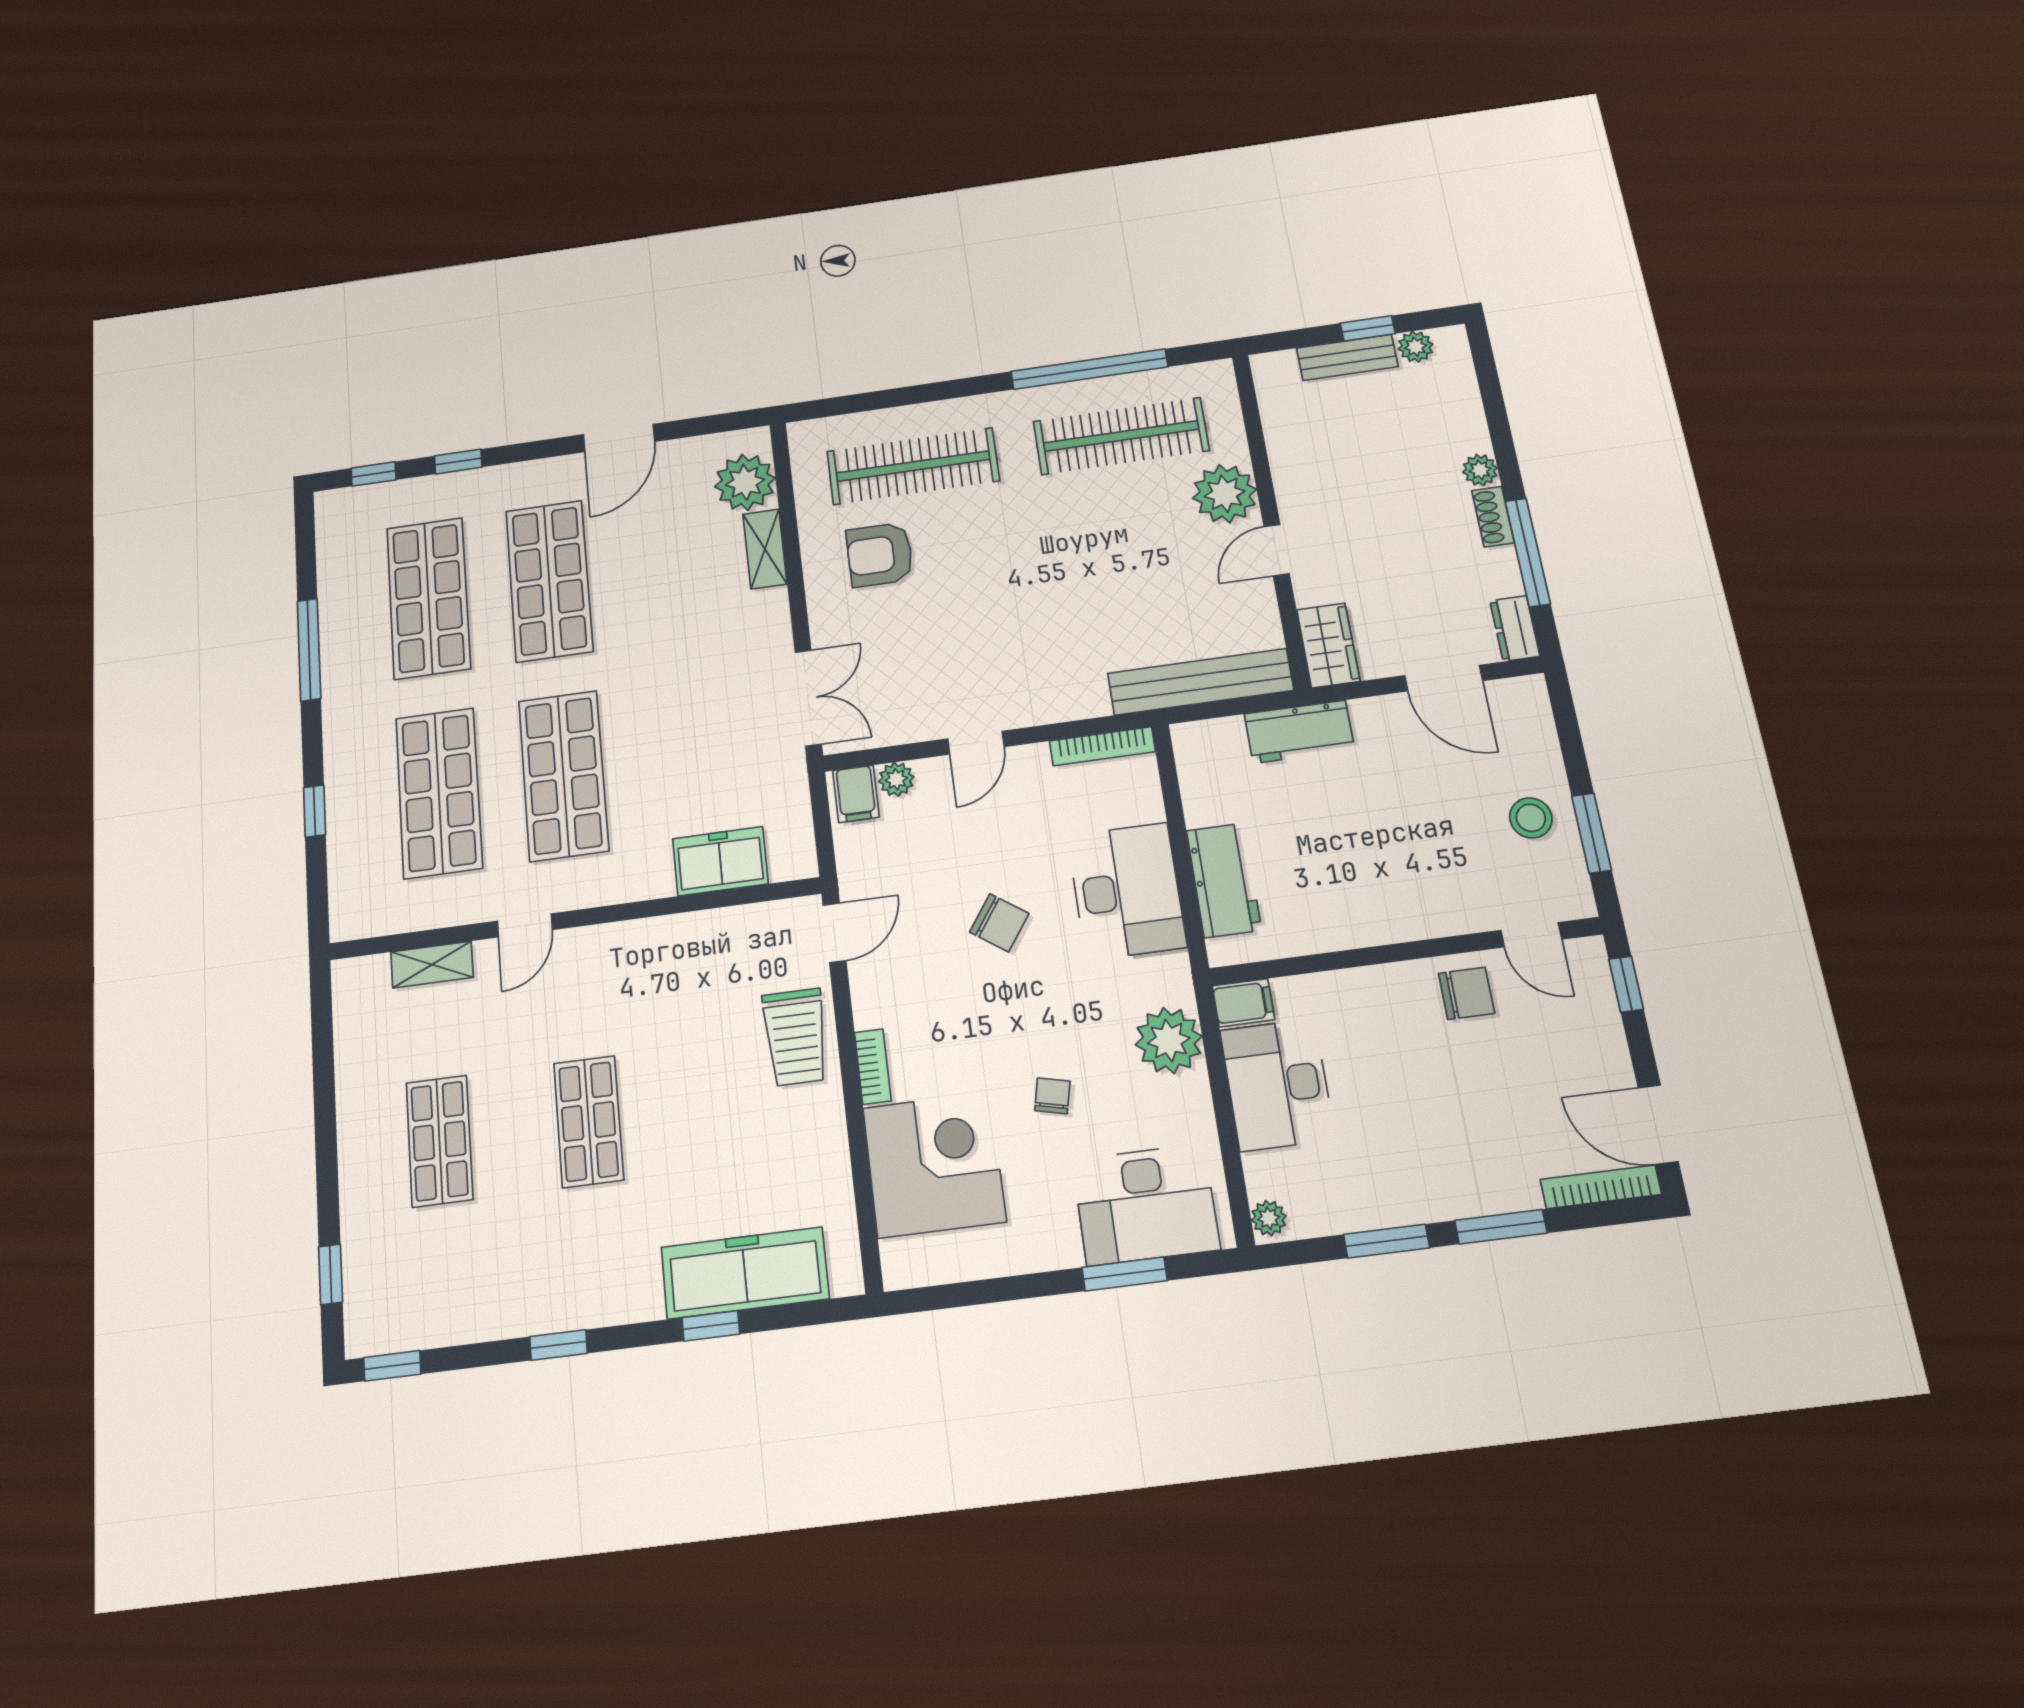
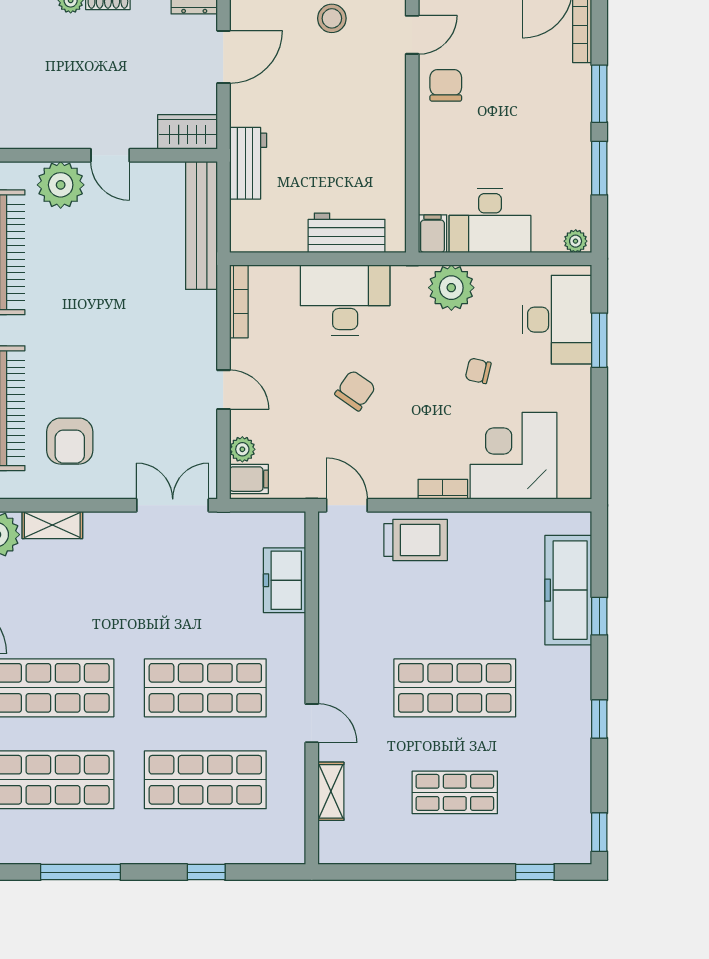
shop shelf: (589, 1121) -> (455, 688), width x1.43, depth x1.36

